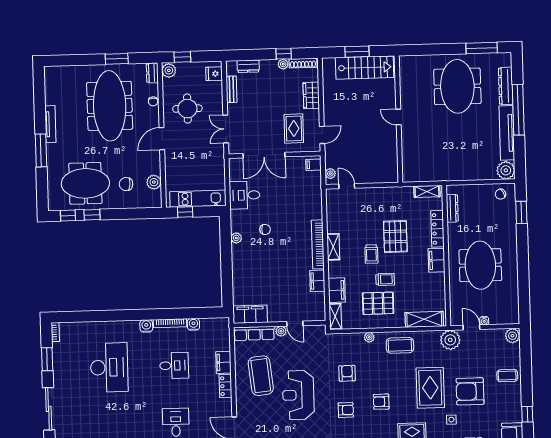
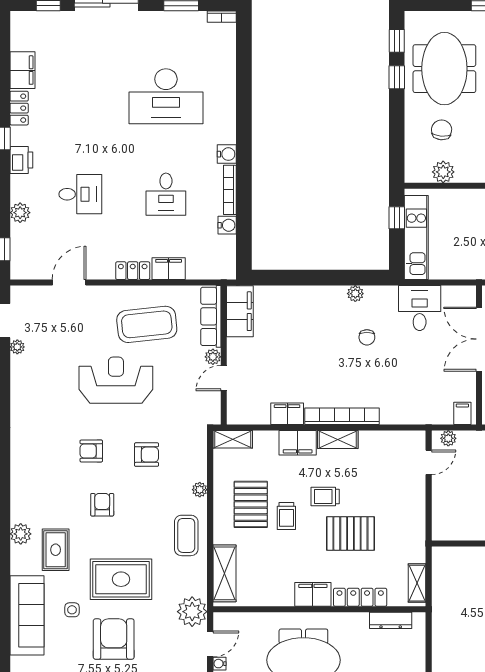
filing cabinet: (337, 290) -> (298, 443), moved
armchair: (346, 410) -> (91, 451), turned 90

